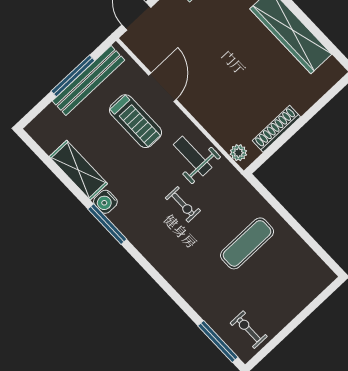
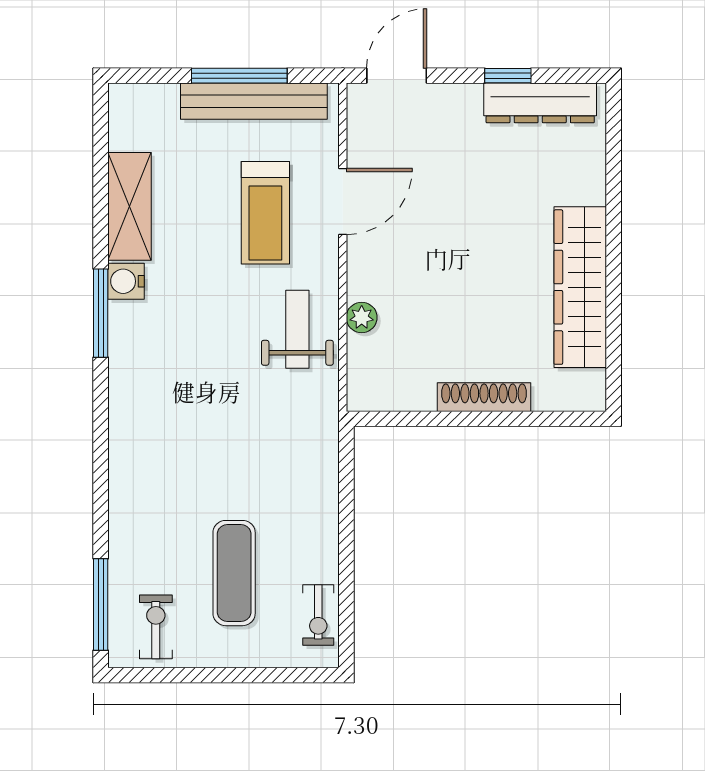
shoe rack: (276, 129) -> (484, 397), moved
plant: (238, 153) -> (362, 317), moved
exercise bike: (183, 204) -> (318, 615), moved
exercise mat: (247, 243) -> (234, 573), moved, turned 90

